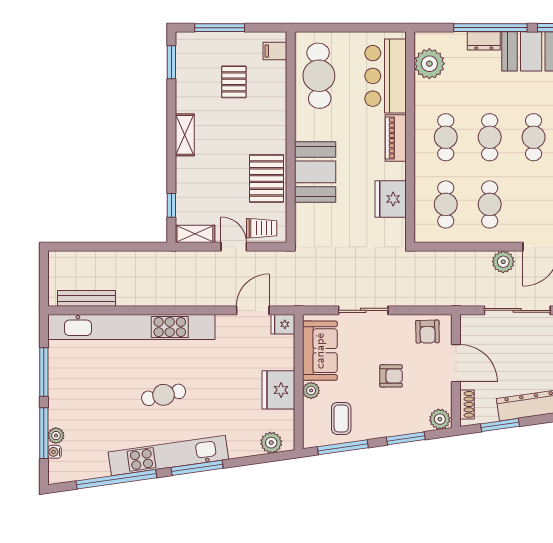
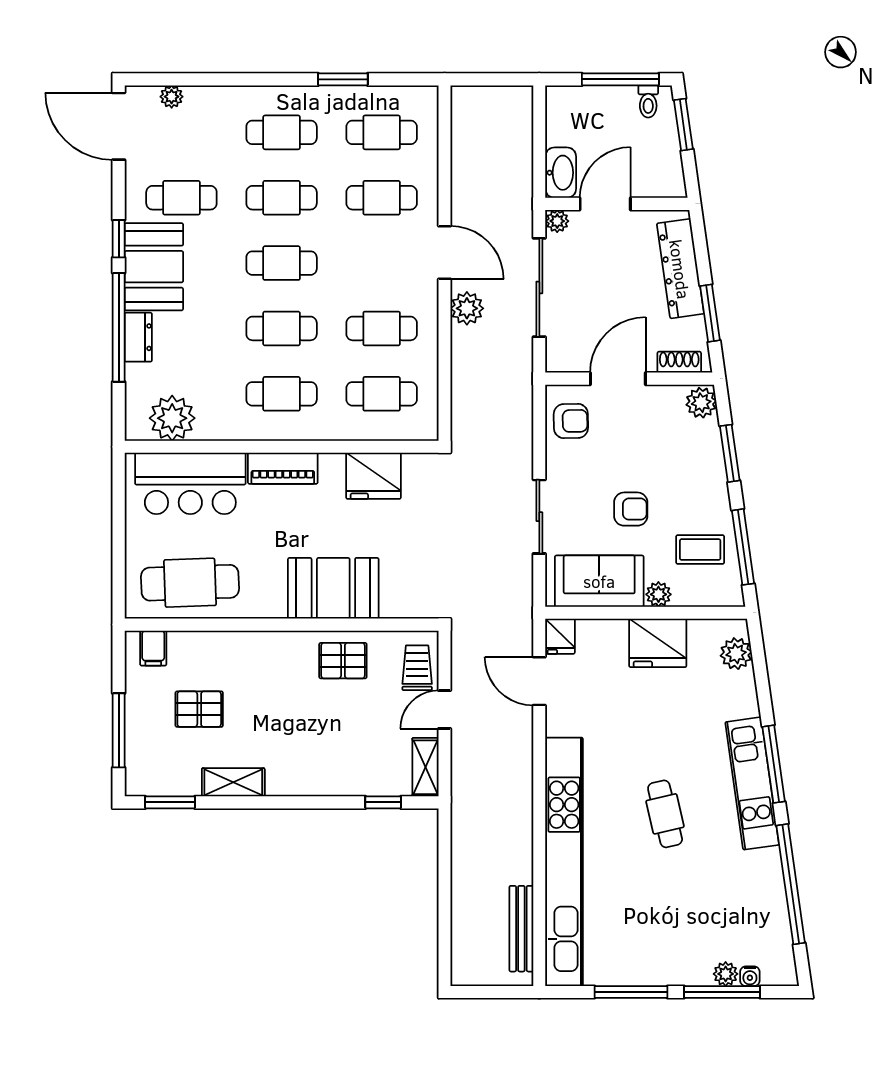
shelving: (185, 135) -> (233, 782), moved
pallet: (267, 178) -> (343, 661), width x0.67, depth x0.71
armchair: (391, 376) -> (631, 509), moved, turned 90
kitchen unit: (168, 456) -> (752, 783), width x0.73

